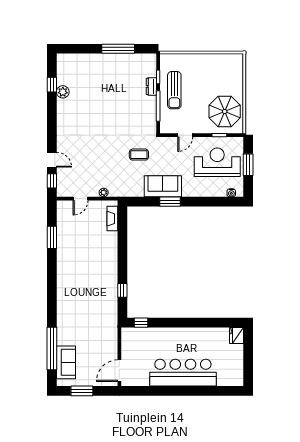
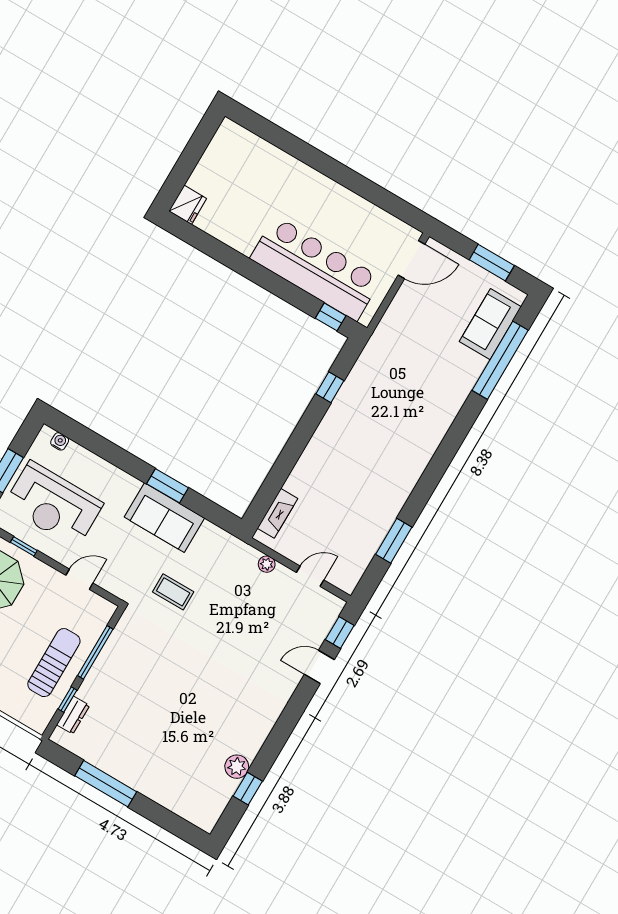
dresser: (151, 86) -> (73, 715), moved
door: (52, 160) -> (319, 667), hinge flipped
bar counter: (183, 373) -> (316, 268), moved, turned 180

